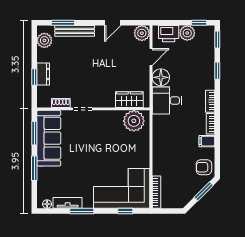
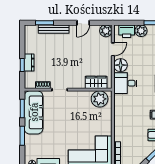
plant: (44, 40) -> (30, 37), removed

